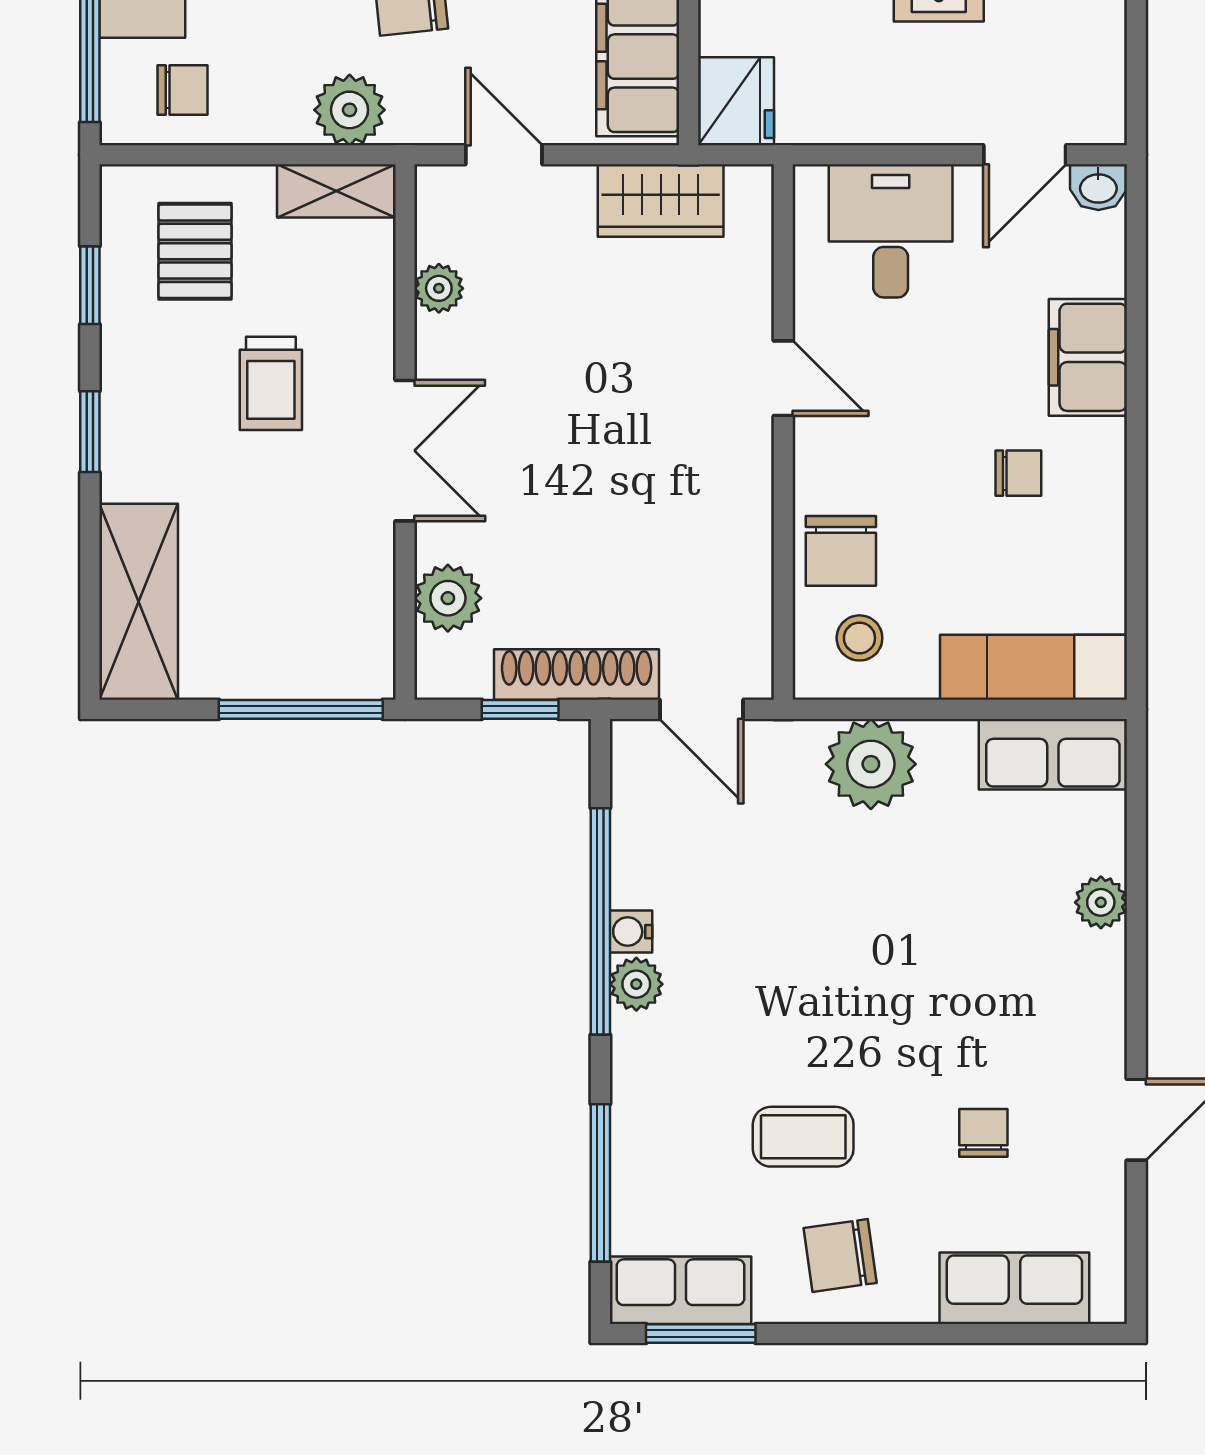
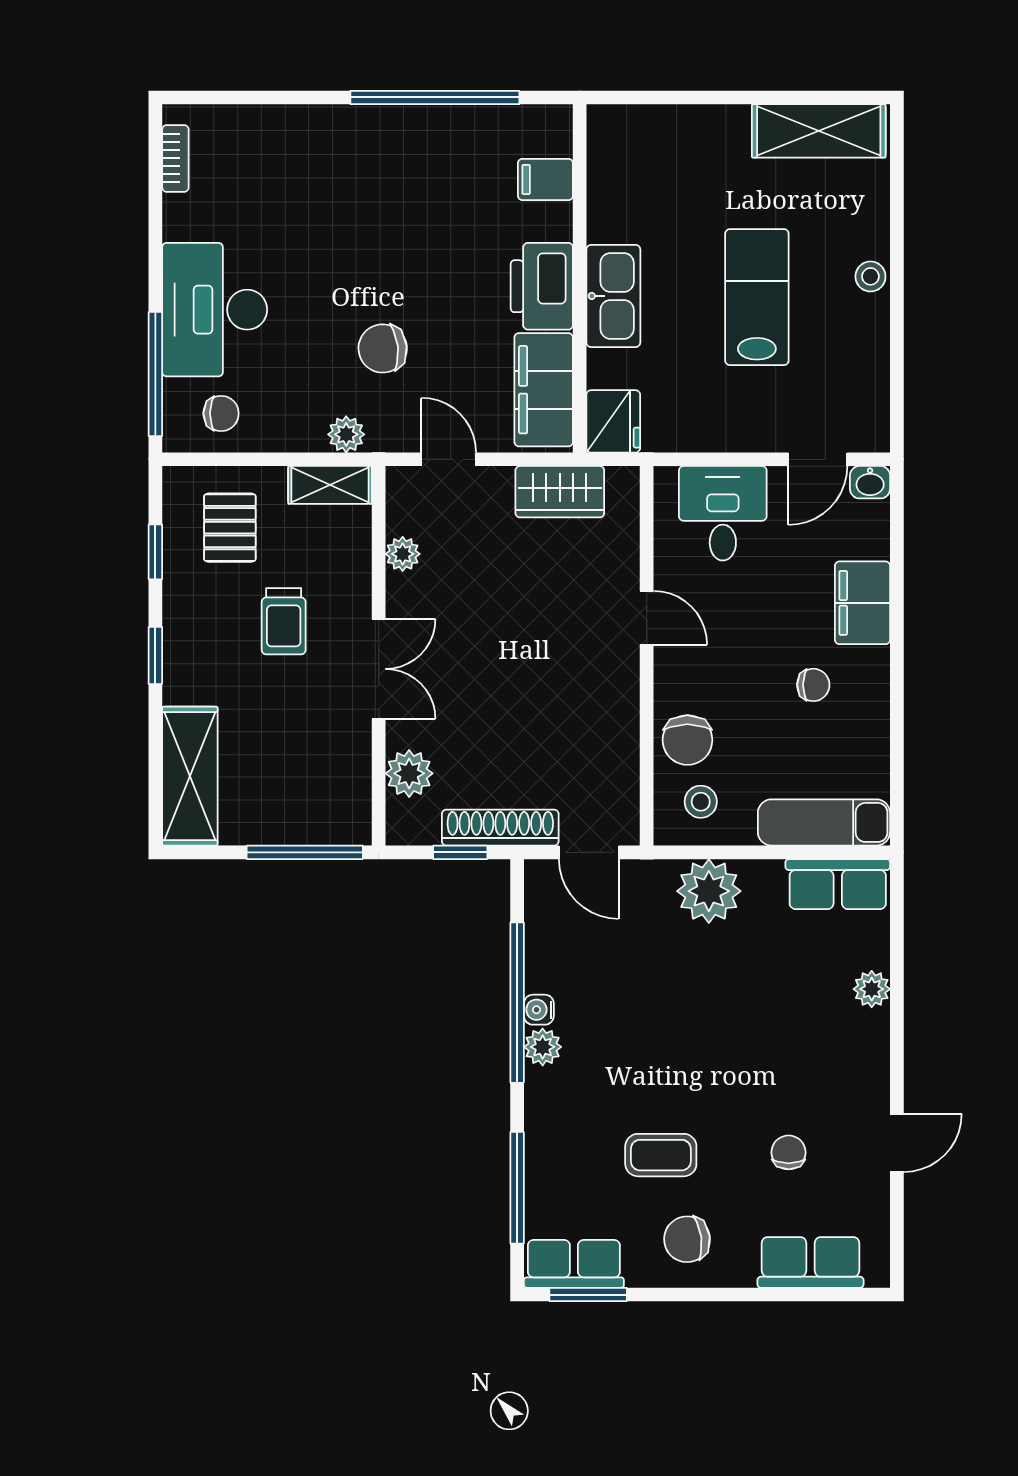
plant: (350, 110) -> (346, 434), width x0.73, depth x0.73

